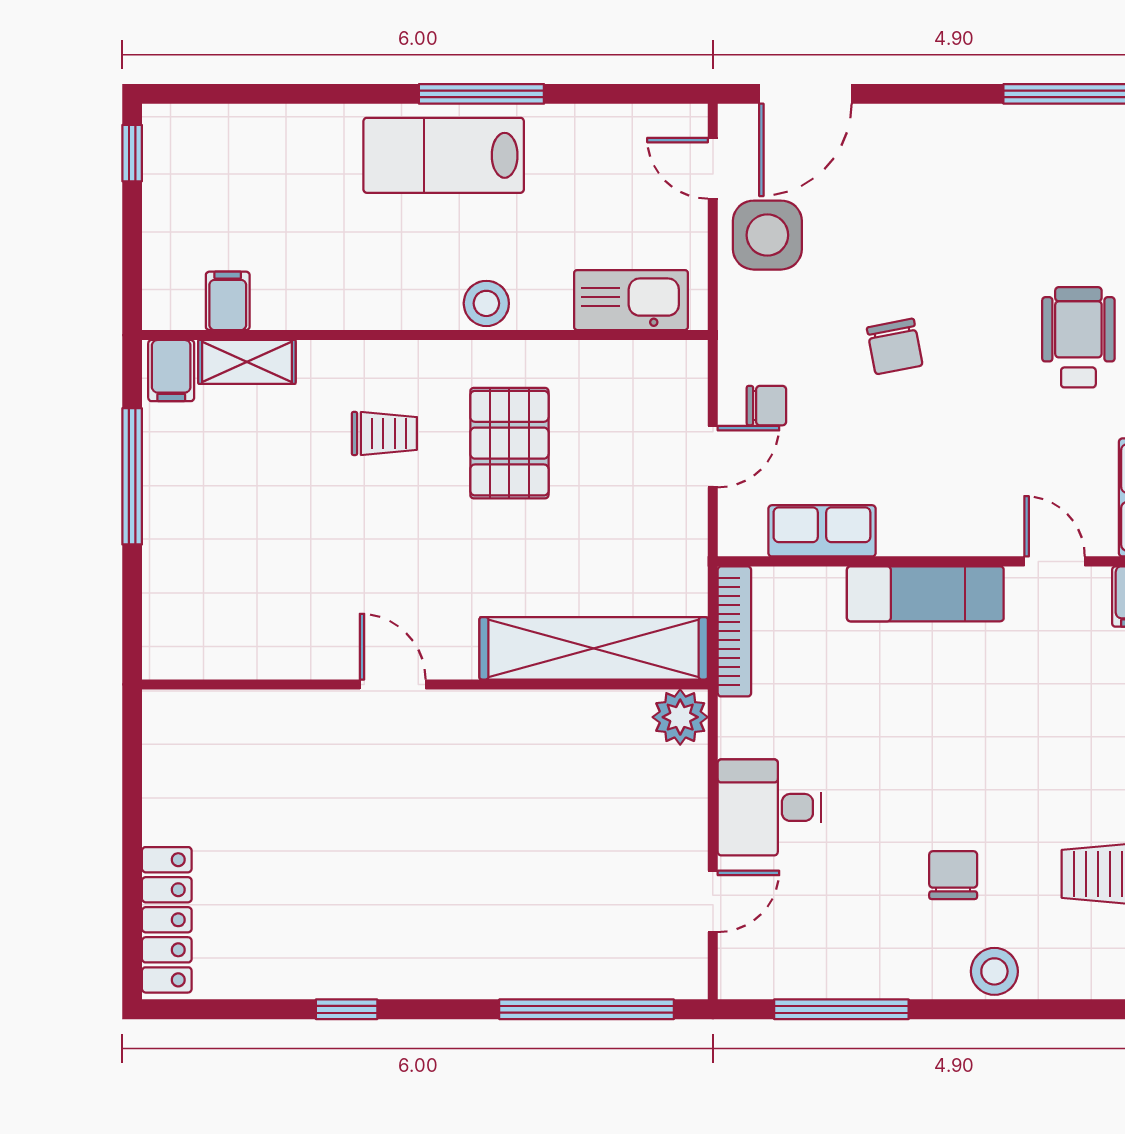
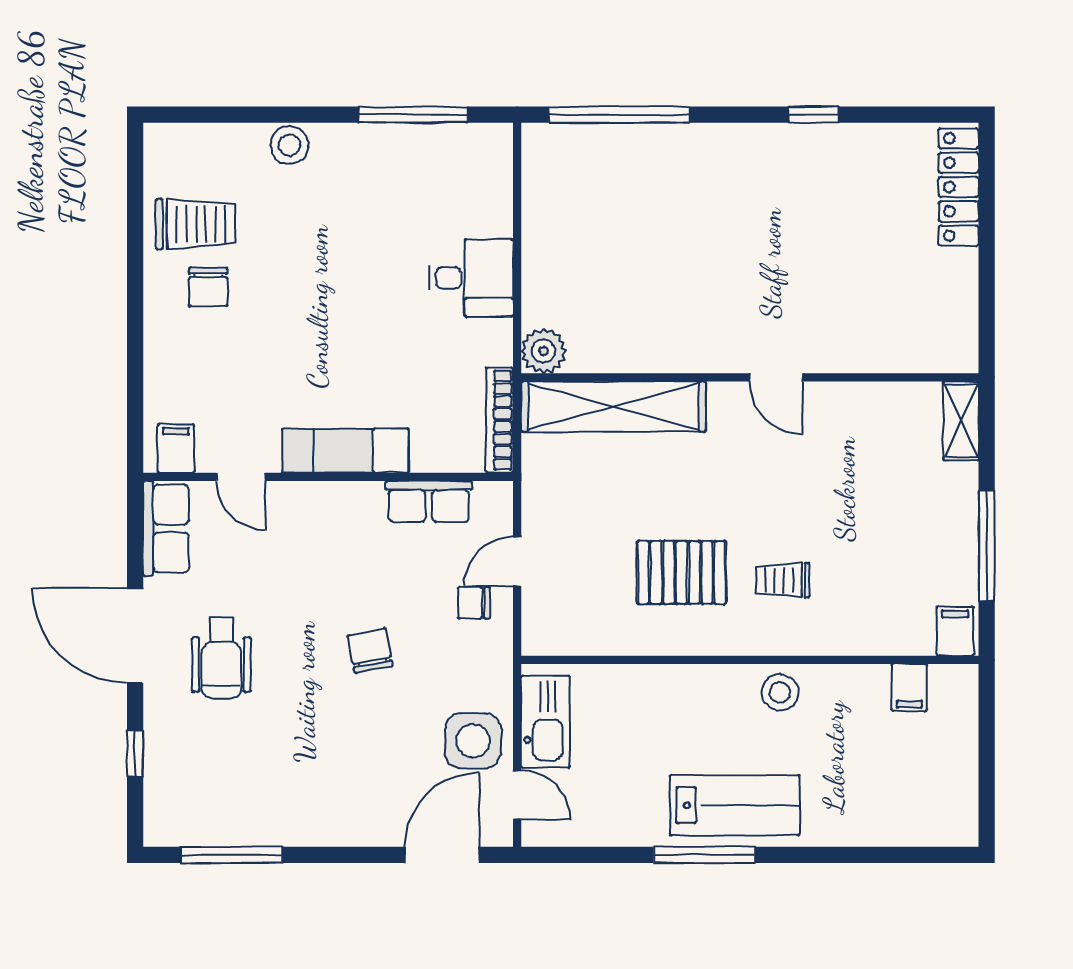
window: (132, 153) -> (987, 807), removed
kitchen sink: (631, 300) -> (545, 722), moved, turned -90
stool: (486, 303) -> (780, 692), moved
shelving: (247, 362) -> (961, 421), moved, turned 90
pallet: (509, 443) -> (682, 572), turned 90
chair: (953, 875) -> (208, 287), moved
door: (713, 901) -> (517, 202), removed

